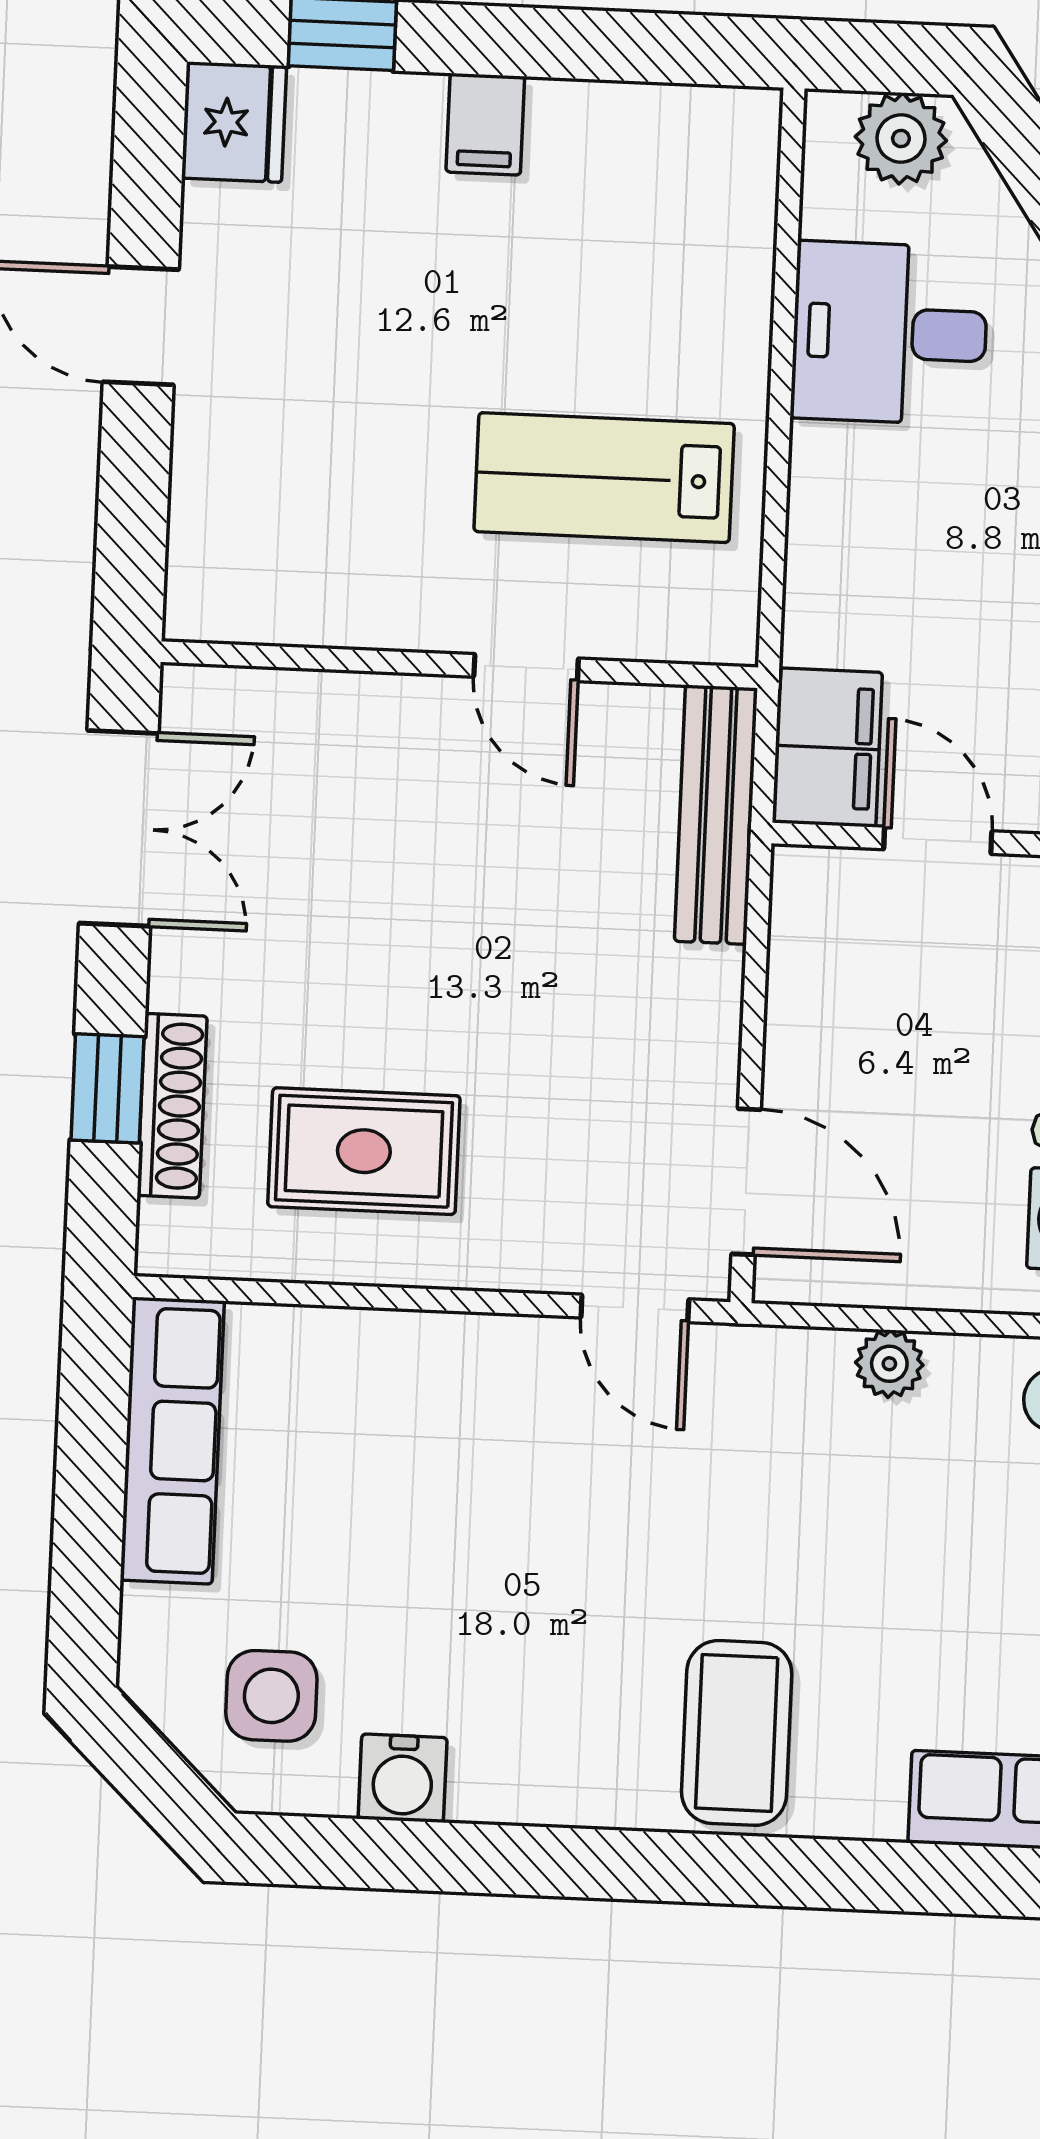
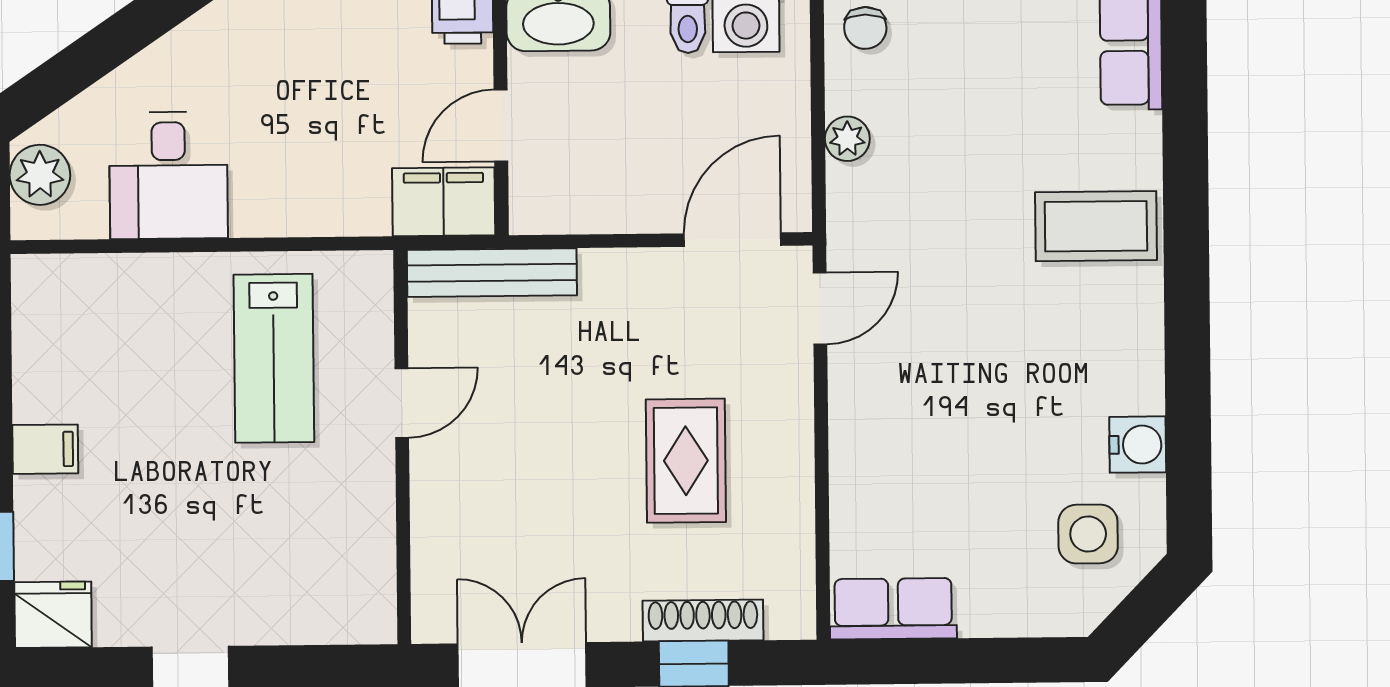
rug: (364, 1151) -> (686, 461), moved
row of seats: (172, 1440) -> (893, 609), width x0.68

